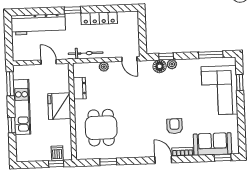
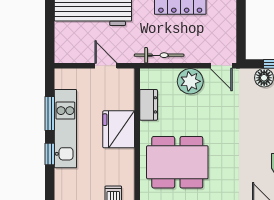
plant: (104, 67) -> (190, 81), width x1.87, depth x1.87
window: (10, 84) -> (50, 113), moved
dining table: (101, 128) -> (177, 162), width x1.38

